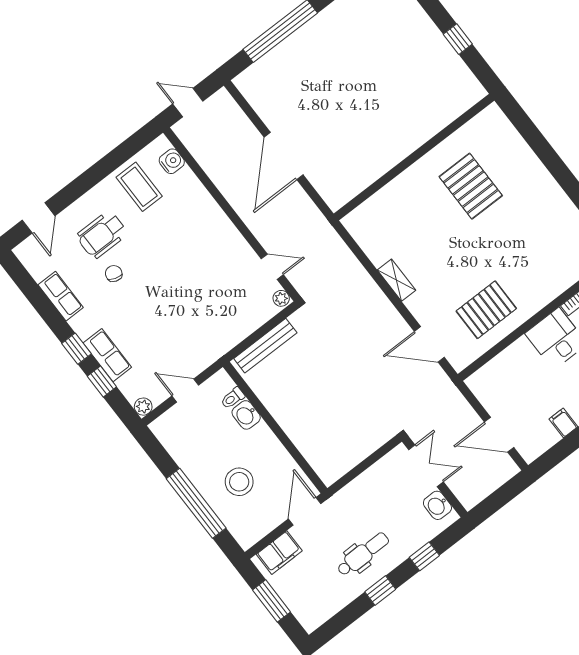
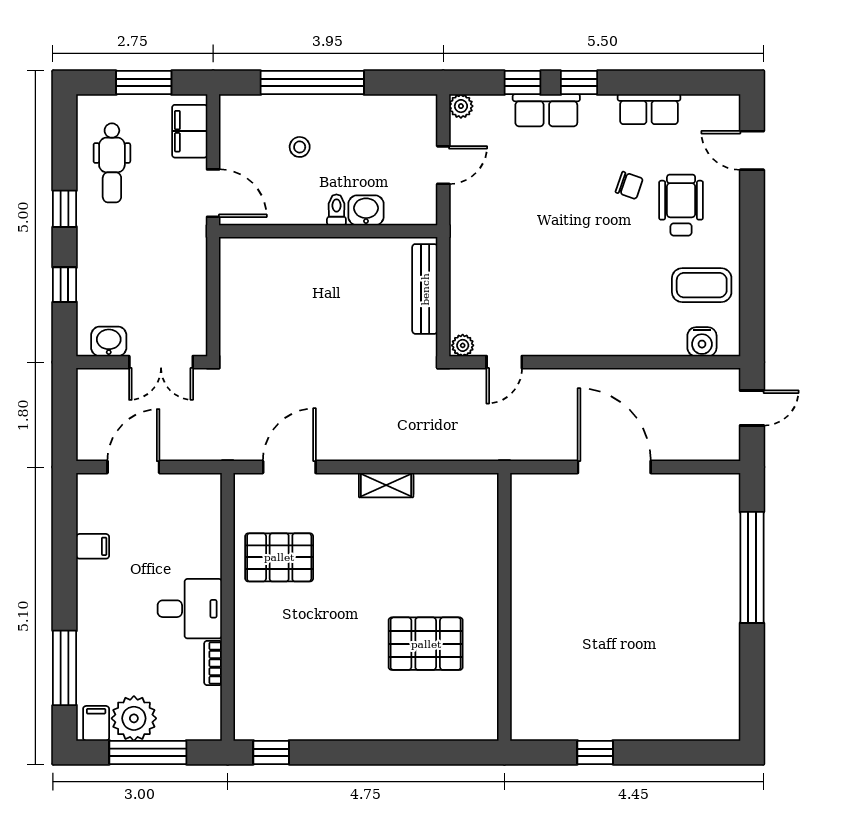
pallet: (486, 310) -> (279, 557), turned 90
toilet: (233, 398) -> (336, 210), moved
stool: (239, 482) -> (300, 147), width x0.53, depth x0.53
dental chair: (363, 554) -> (112, 163), moved

